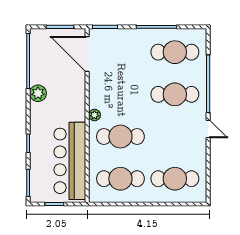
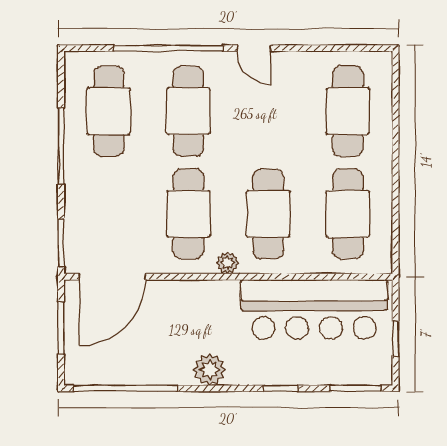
plant: (38, 93) -> (210, 370), moved
cafe table: (120, 94) -> (188, 214), added
door: (208, 129) -> (254, 48), swing flipped

